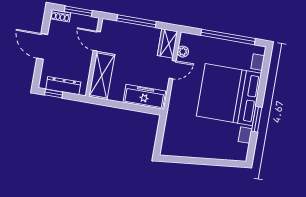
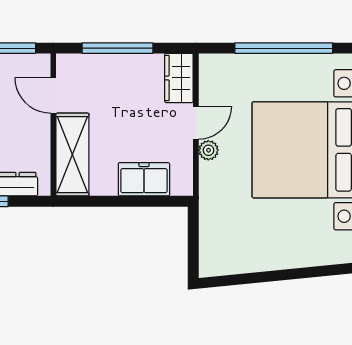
plant: (183, 52) -> (208, 150), moved
freezer: (144, 97) -> (144, 179), width x0.71

